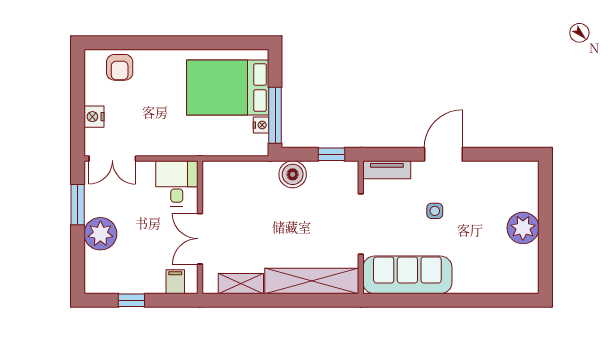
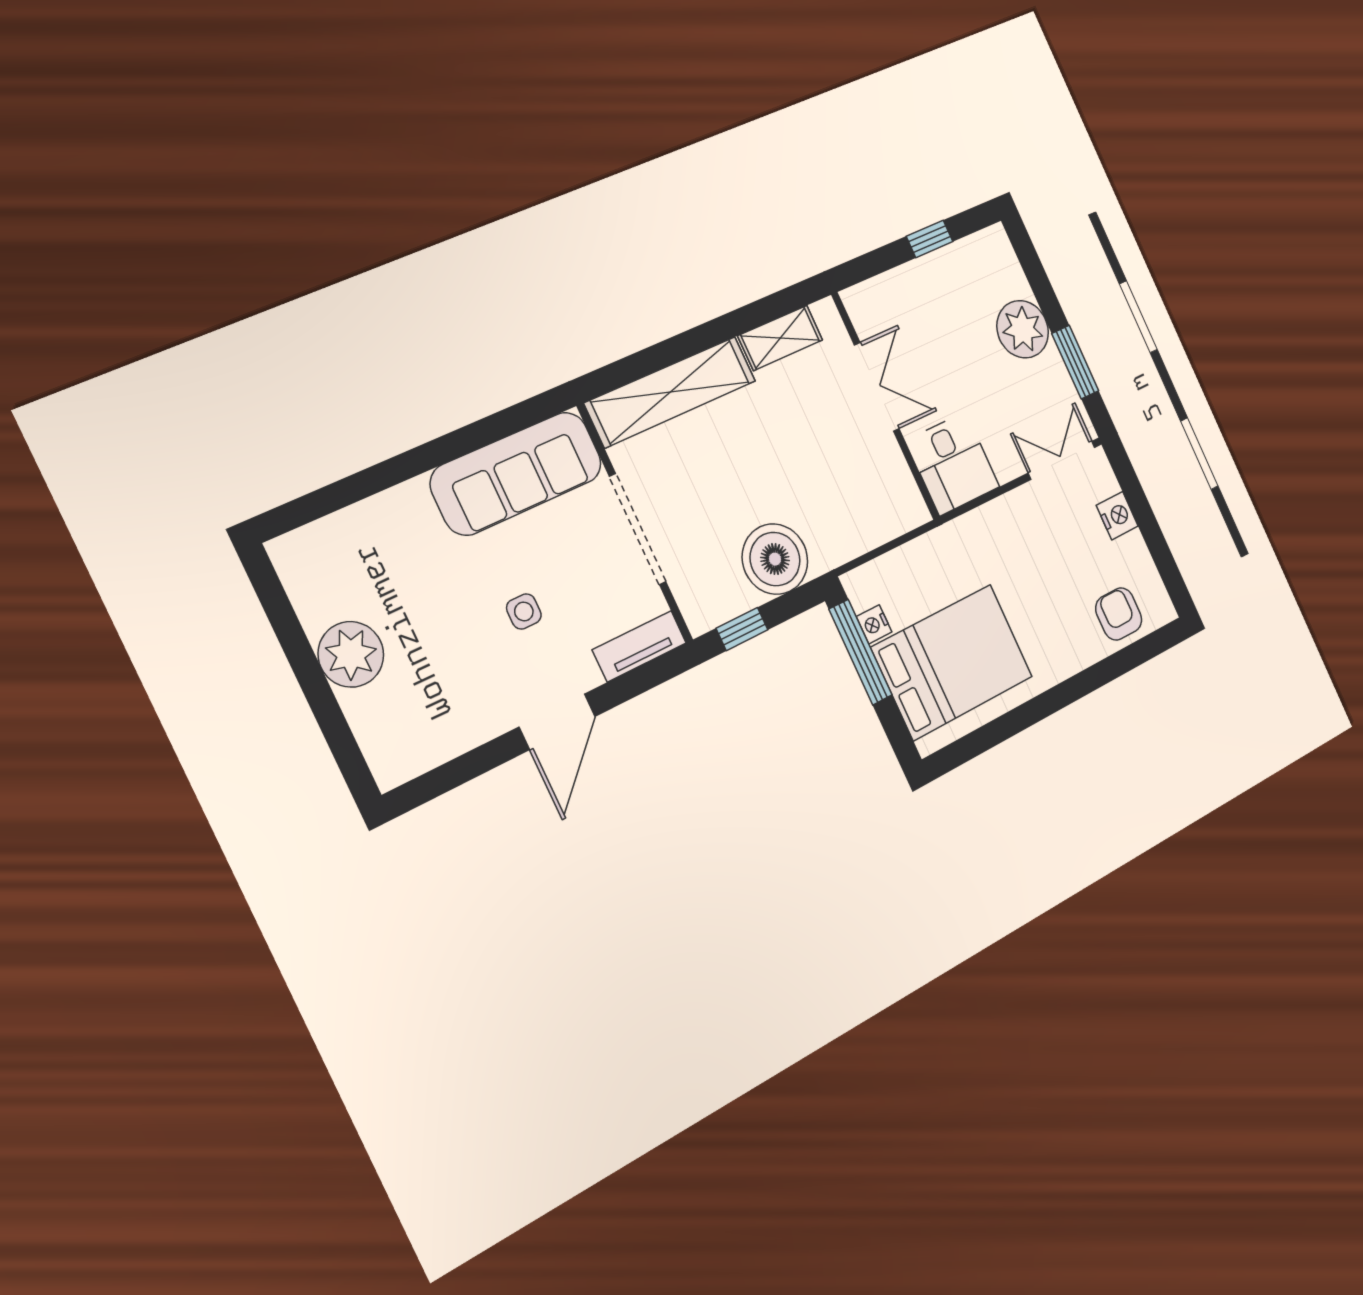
boiler: (293, 174) -> (775, 559), width x1.37, depth x1.37
filing cabinet: (175, 282) -> (880, 298), removed

